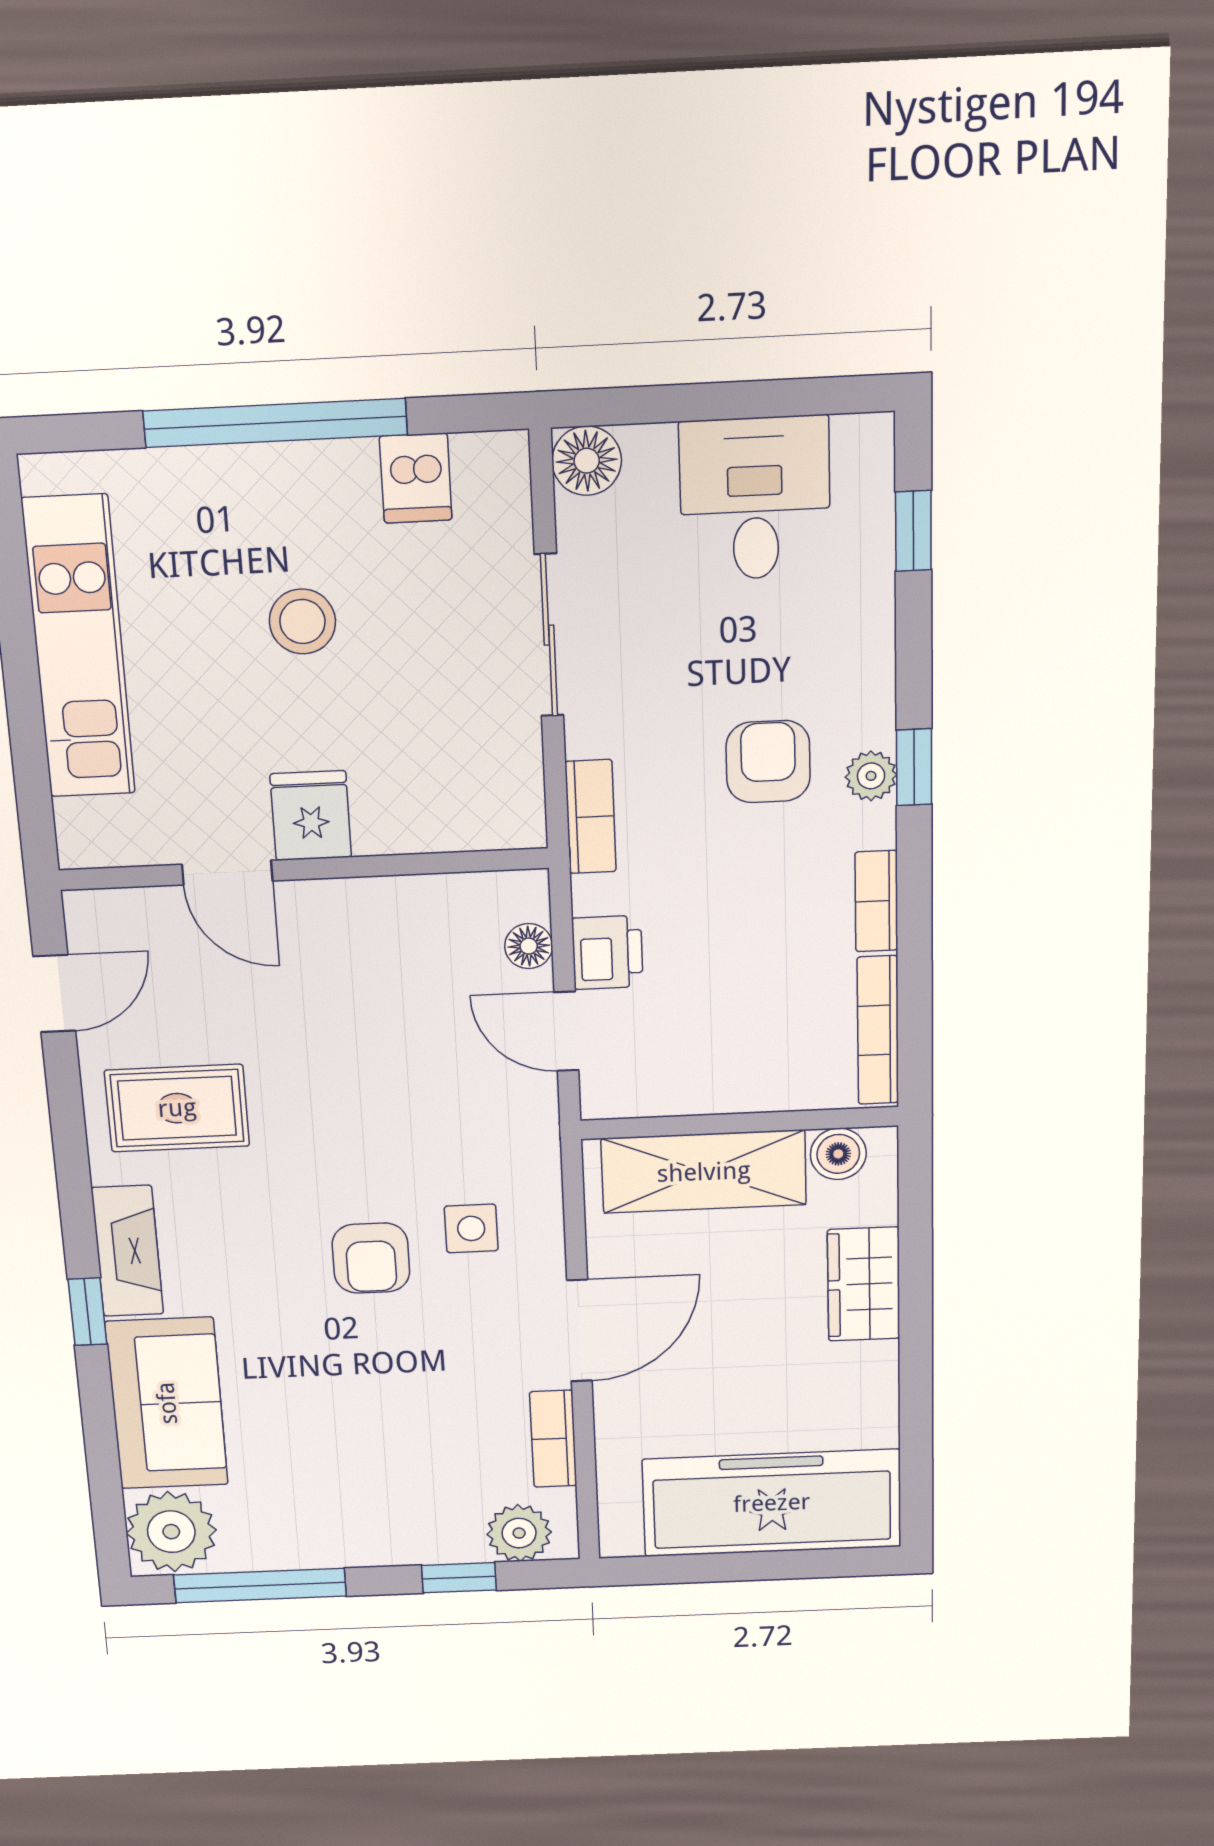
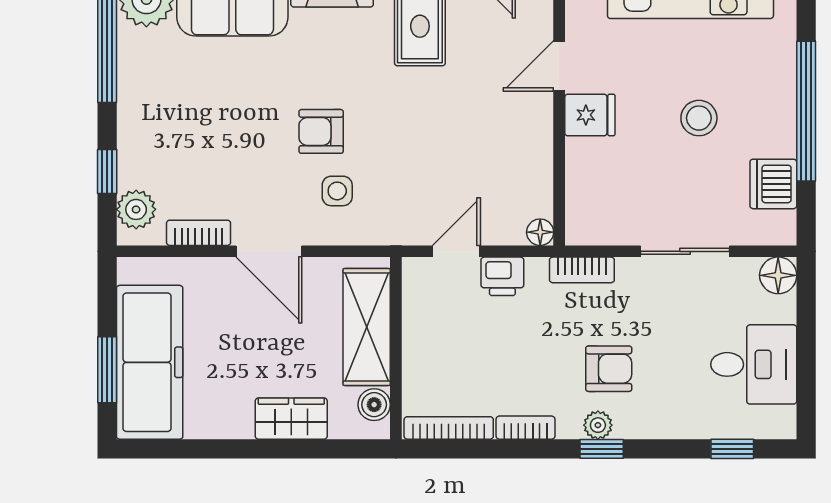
dishwasher: (416, 478) -> (773, 184), width x1.38
floor lamp: (529, 946) -> (540, 232), moved
window: (786, 1565) -> (107, 370), added

